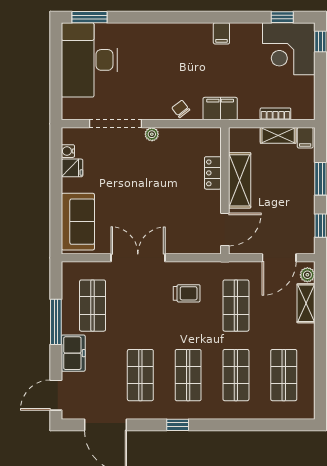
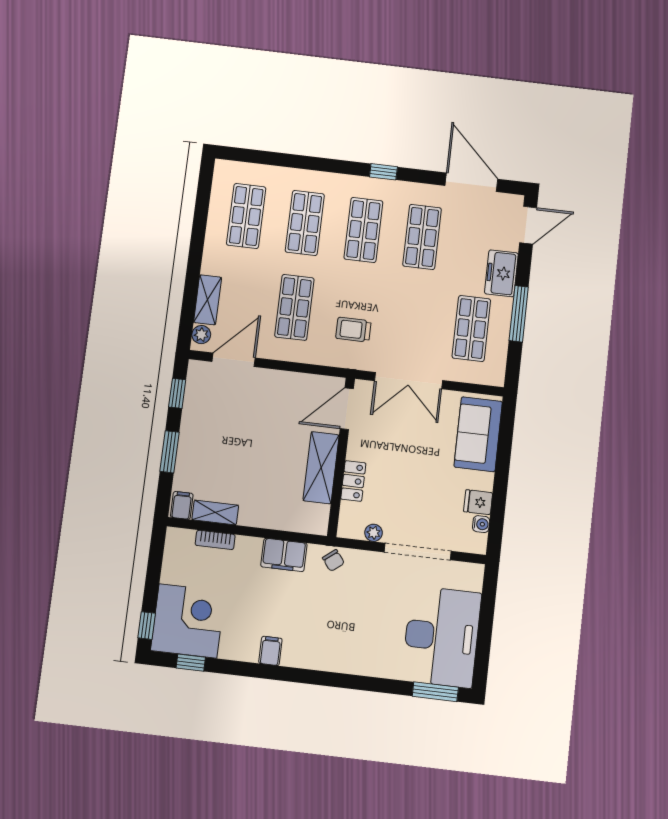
locker: (213, 173) -> (353, 481), moved
shelving: (240, 180) -> (321, 468), moved
wall: (225, 191) -> (341, 457), moved
door: (225, 229) -> (347, 409), moved

